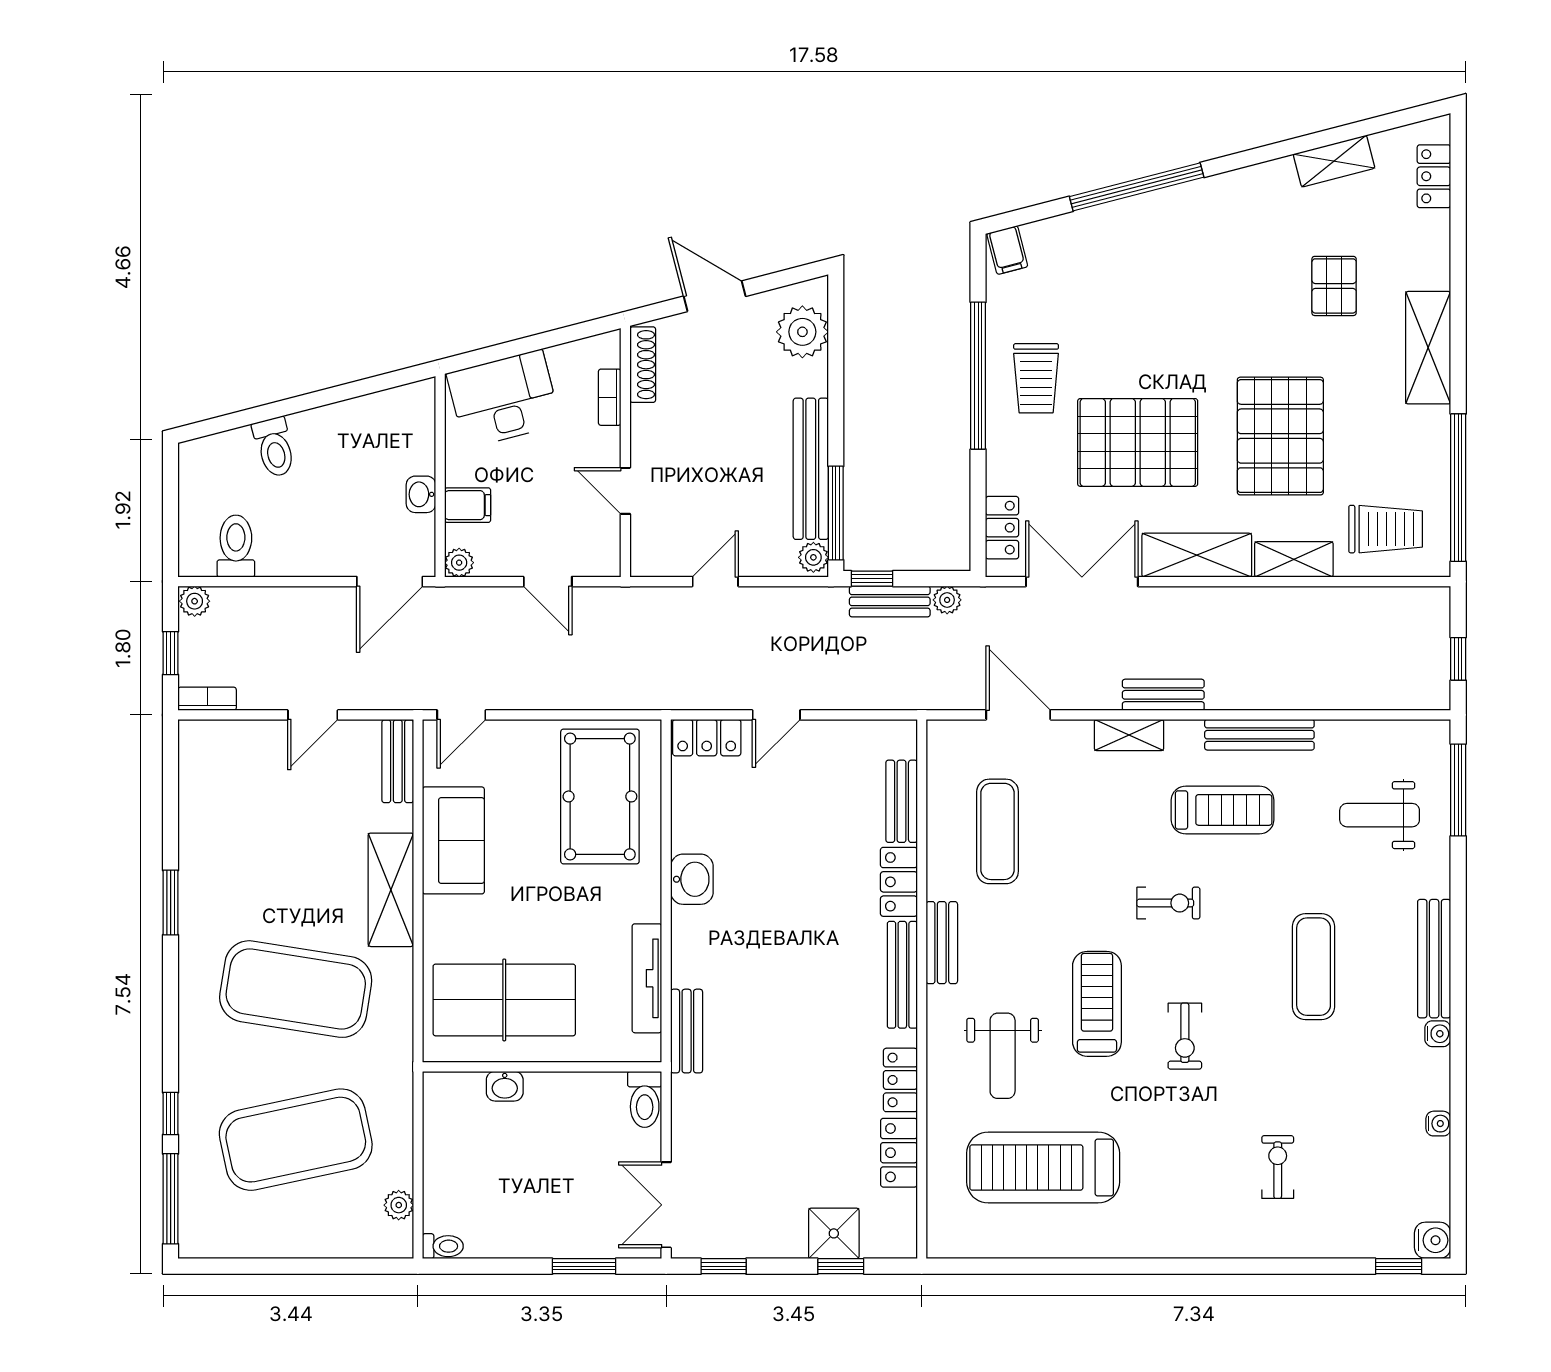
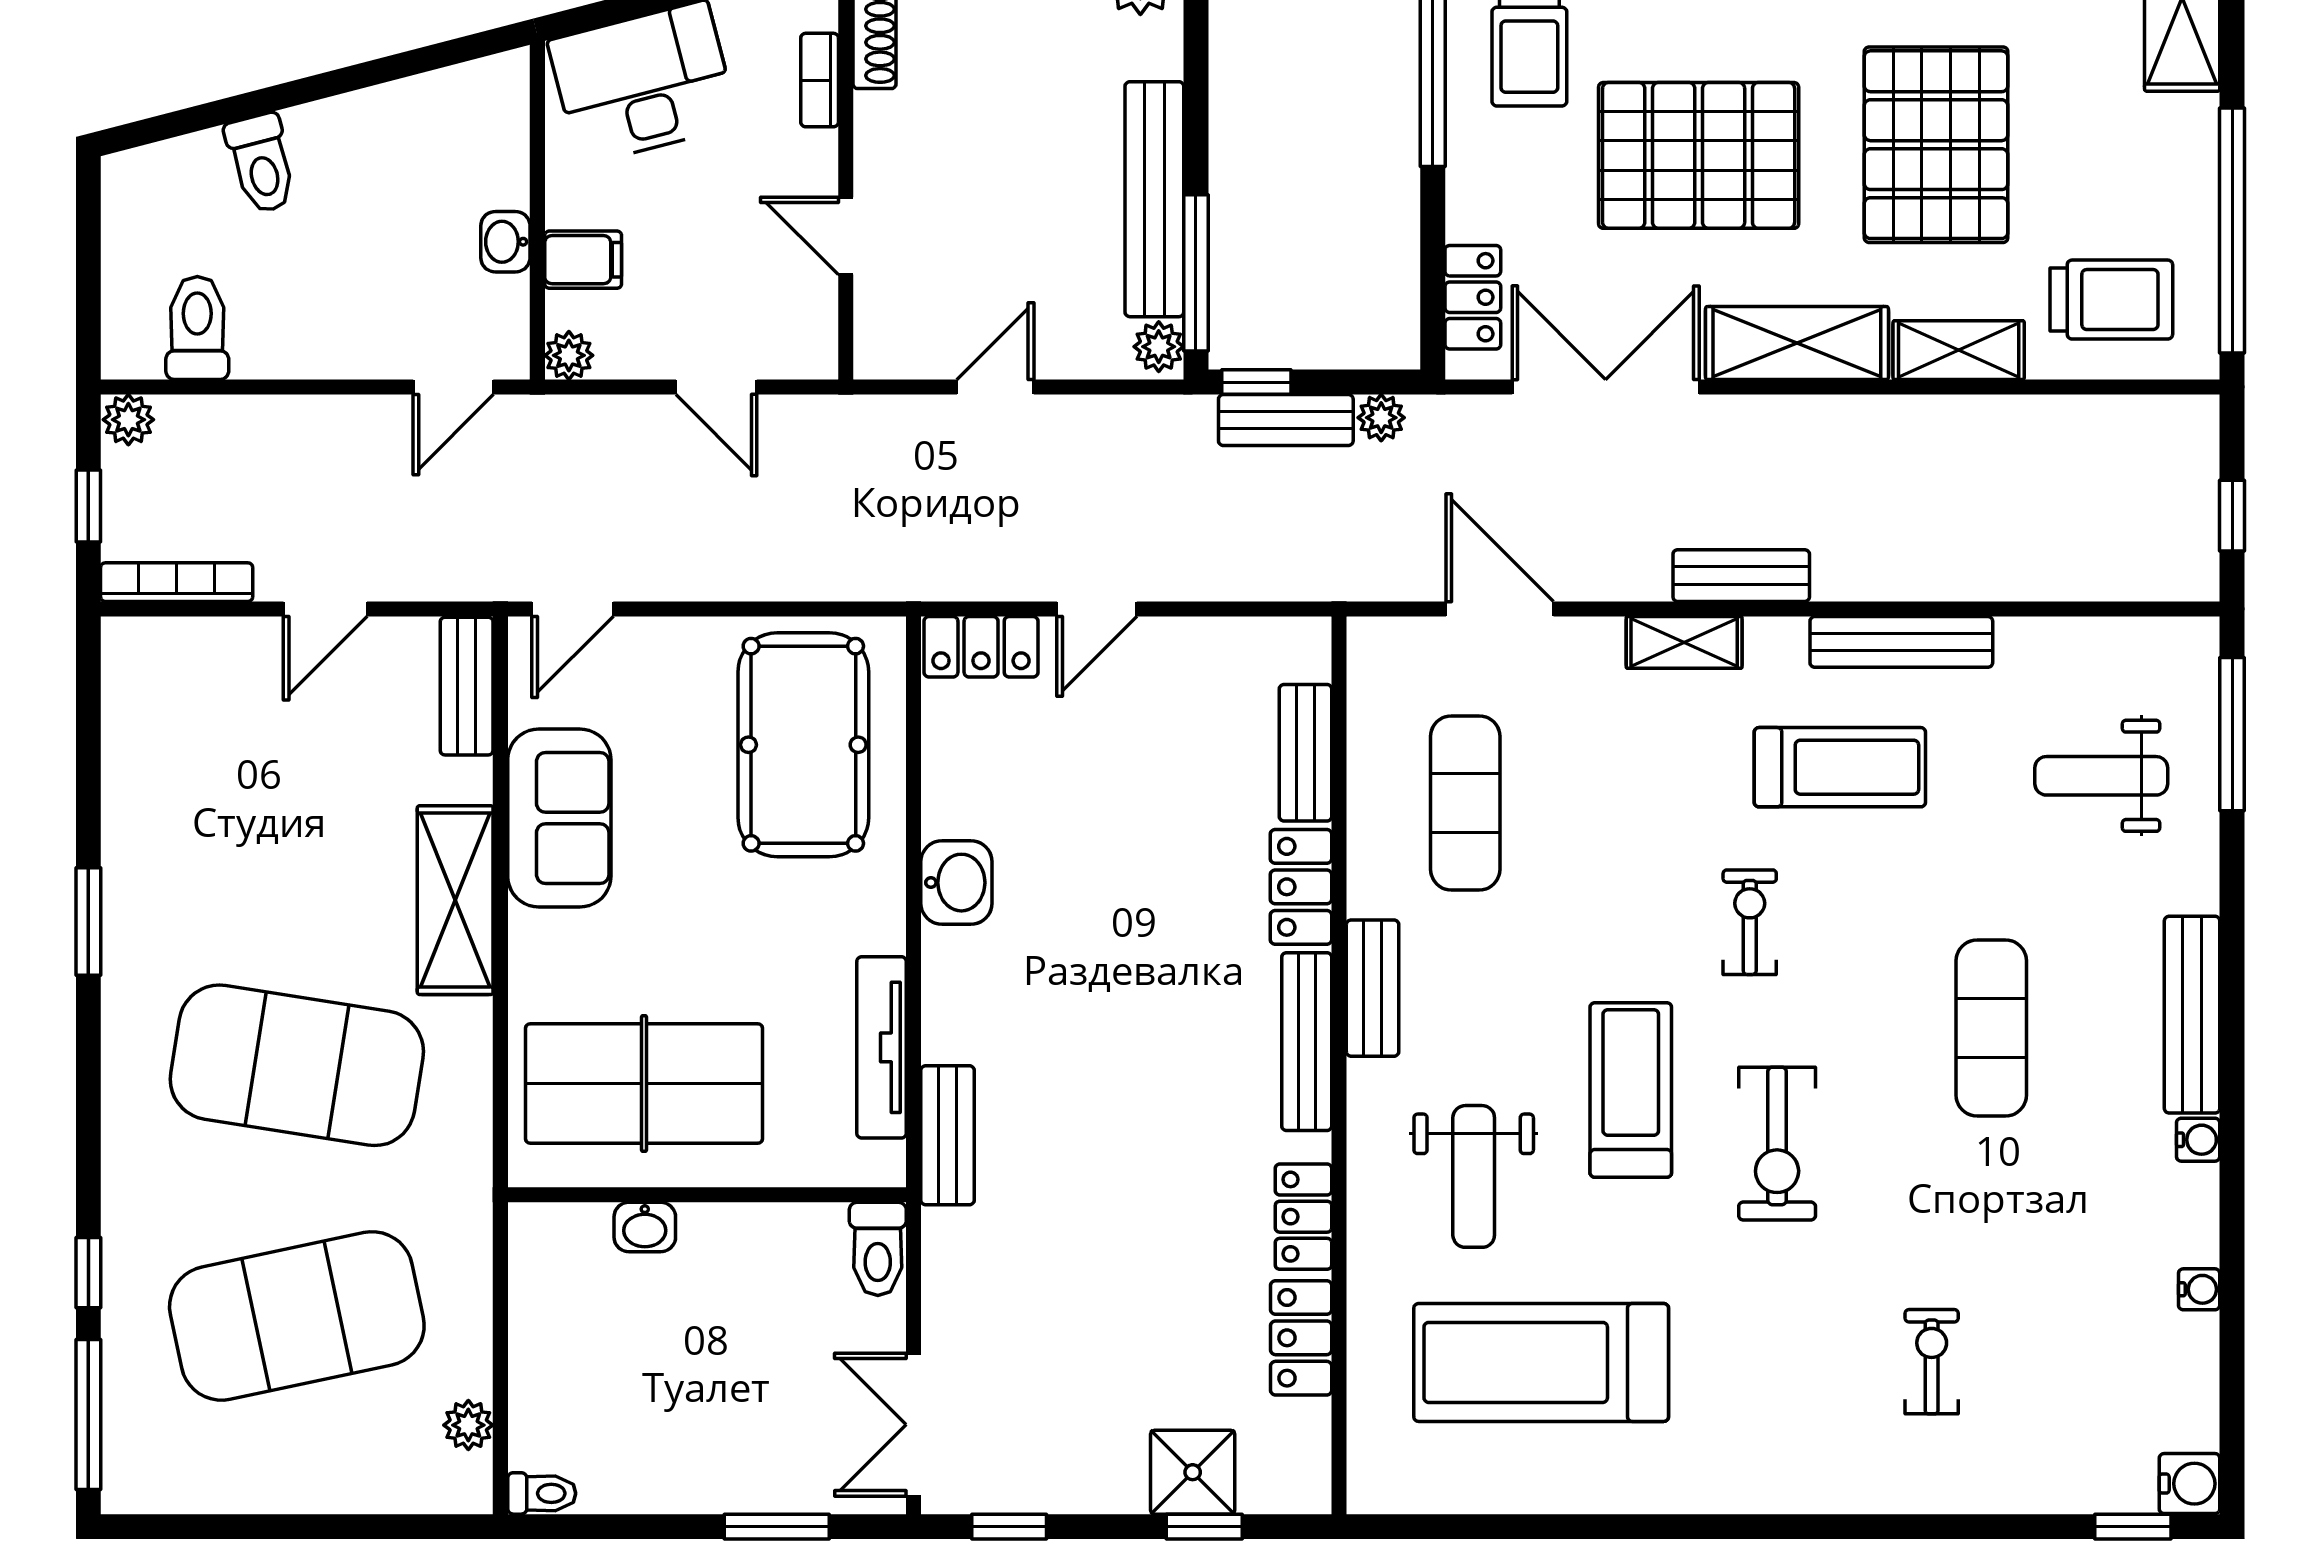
door: (390, 582) -> (453, 387), width x0.73
bookcase: (207, 699) -> (177, 582), width x1.56
exercise bike: (1168, 903) -> (1750, 922), turned -90
exercise bike: (1185, 1036) -> (1777, 1144), width x1.38, depth x1.39

